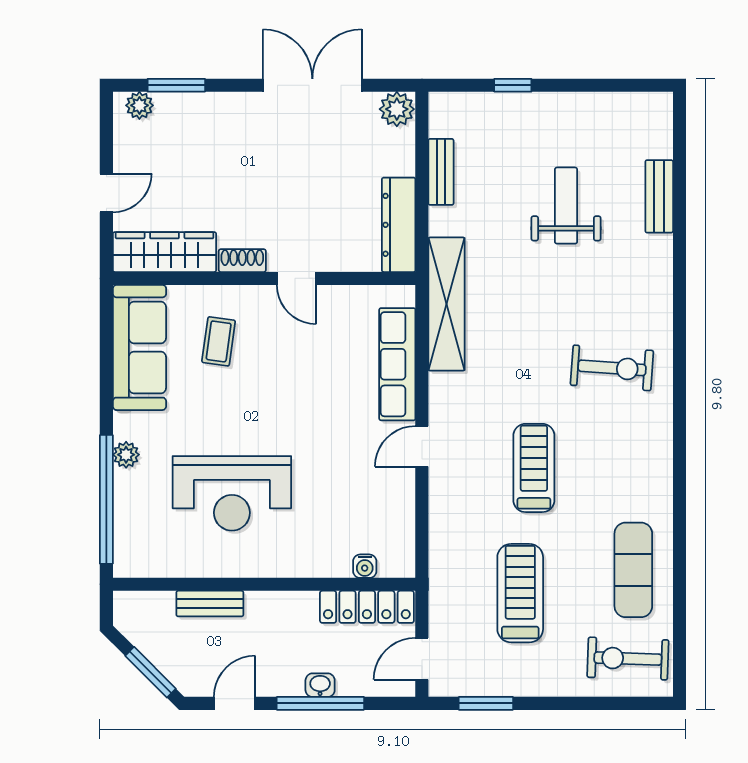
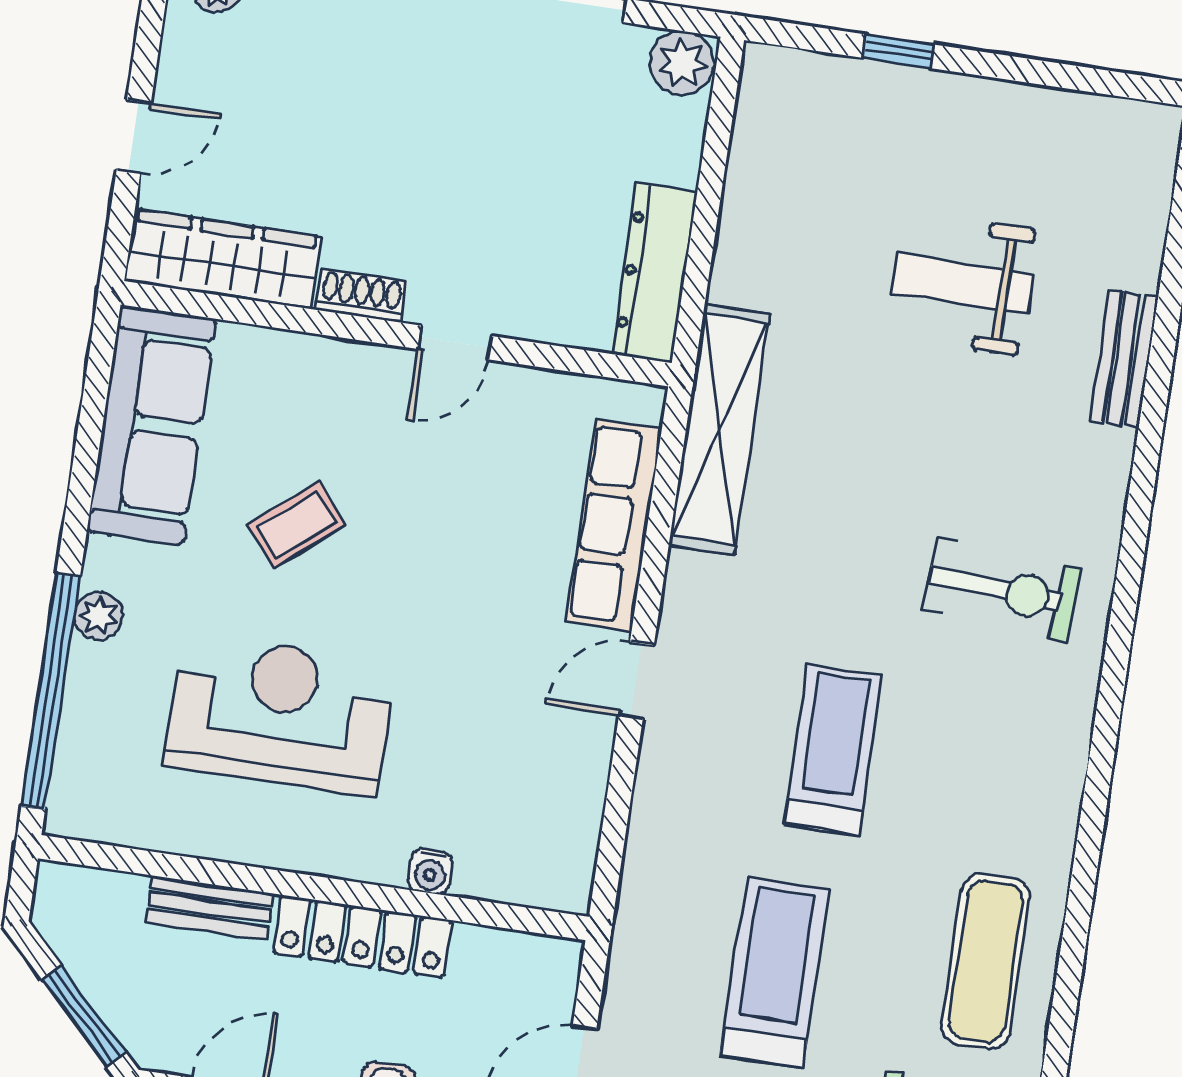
bench: (441, 172) -> (745, 189), removed
bench: (659, 196) -> (1124, 359), moved
weight bench: (566, 206) -> (962, 283), turned -90
door: (297, 278) -> (455, 343), hinge flipped
coffee table: (219, 341) -> (297, 525), moved, turned 42
reception desk: (232, 493) -> (280, 714), turned 180
water cooler: (365, 566) -> (430, 871), moved
locker: (367, 607) -> (362, 936), moved

